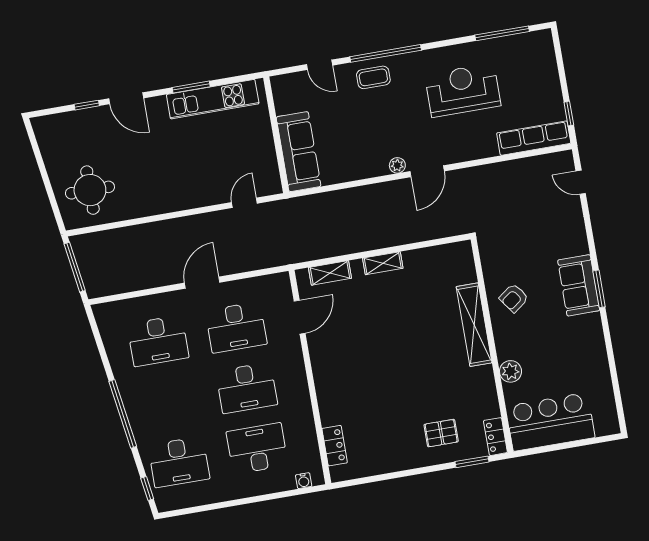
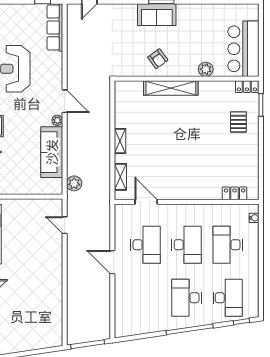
sofa: (299, 152) -> (52, 152), moved, turned -90
round table: (90, 190) -> (39, 325), removed
plant: (308, 206) -> (74, 183), added
desk: (158, 341) -> (187, 298), moved, turned 180

